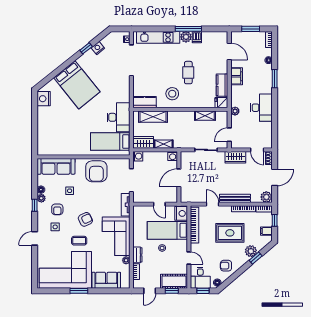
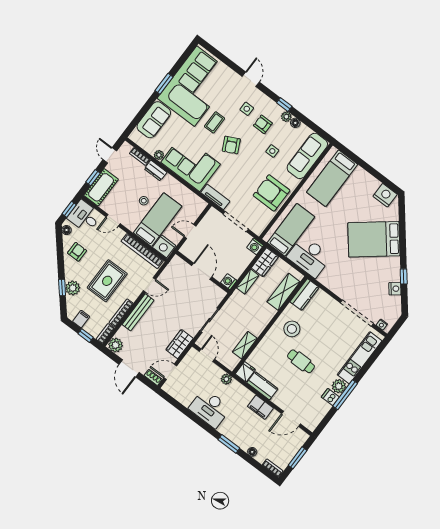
bed: (58, 140) -> (332, 178), added

